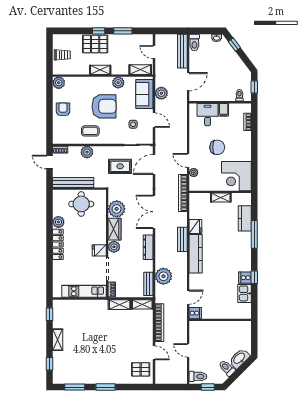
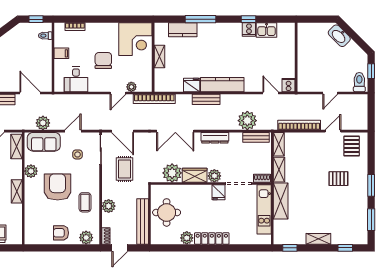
plant: (59, 83) -> (86, 238), moved
desk: (208, 115) -> (76, 79), moved, turned -90
shelving: (91, 306) -> (281, 201), added
pallet: (111, 358) -> (338, 179), added
toilet: (227, 368) -> (350, 50), removed

